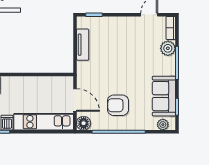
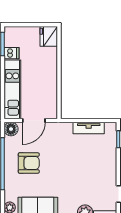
armchair: (118, 105) -> (29, 163), turned 90

